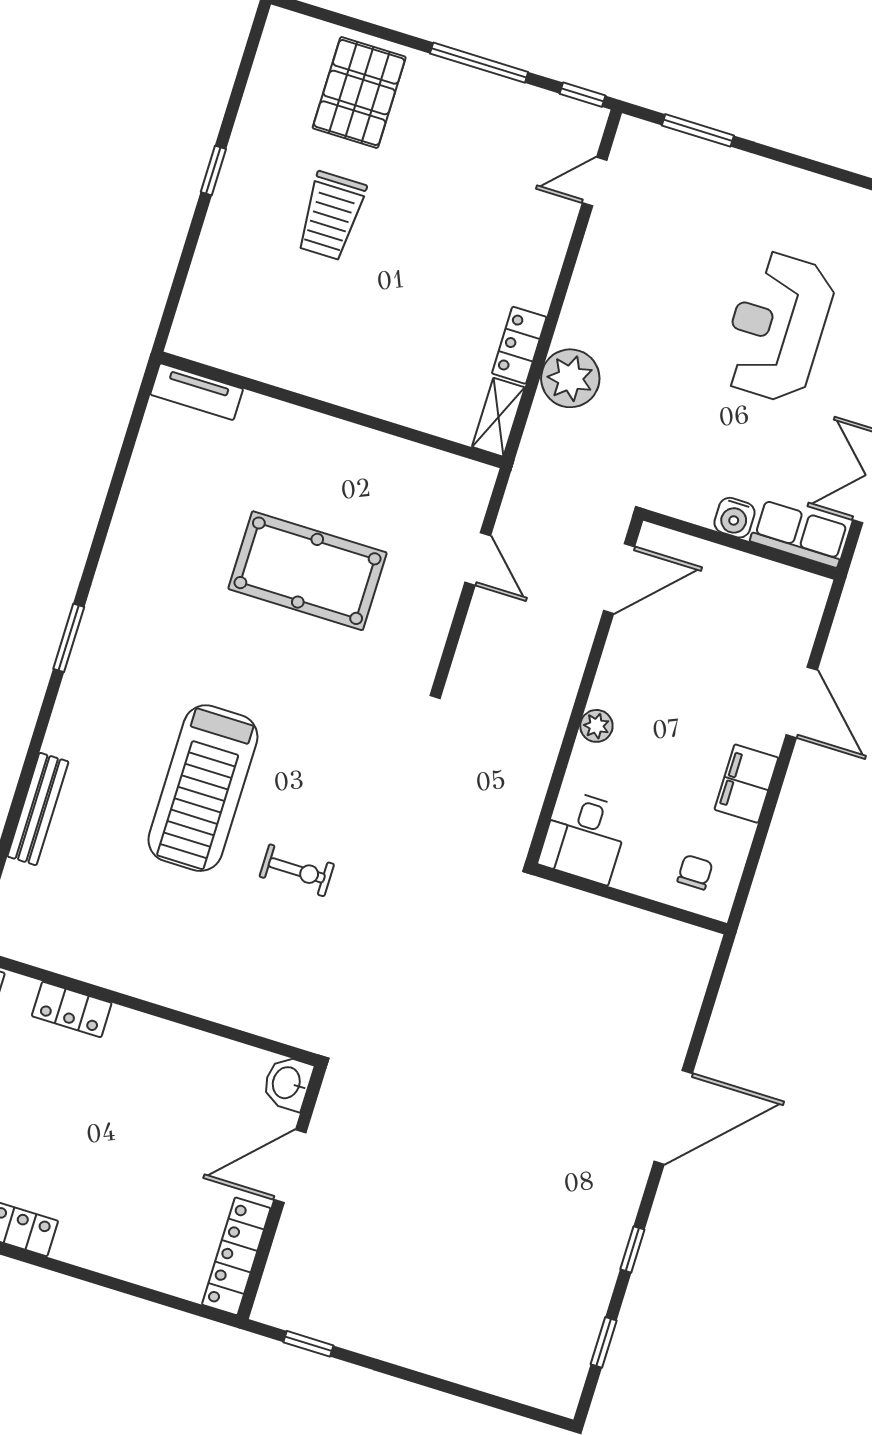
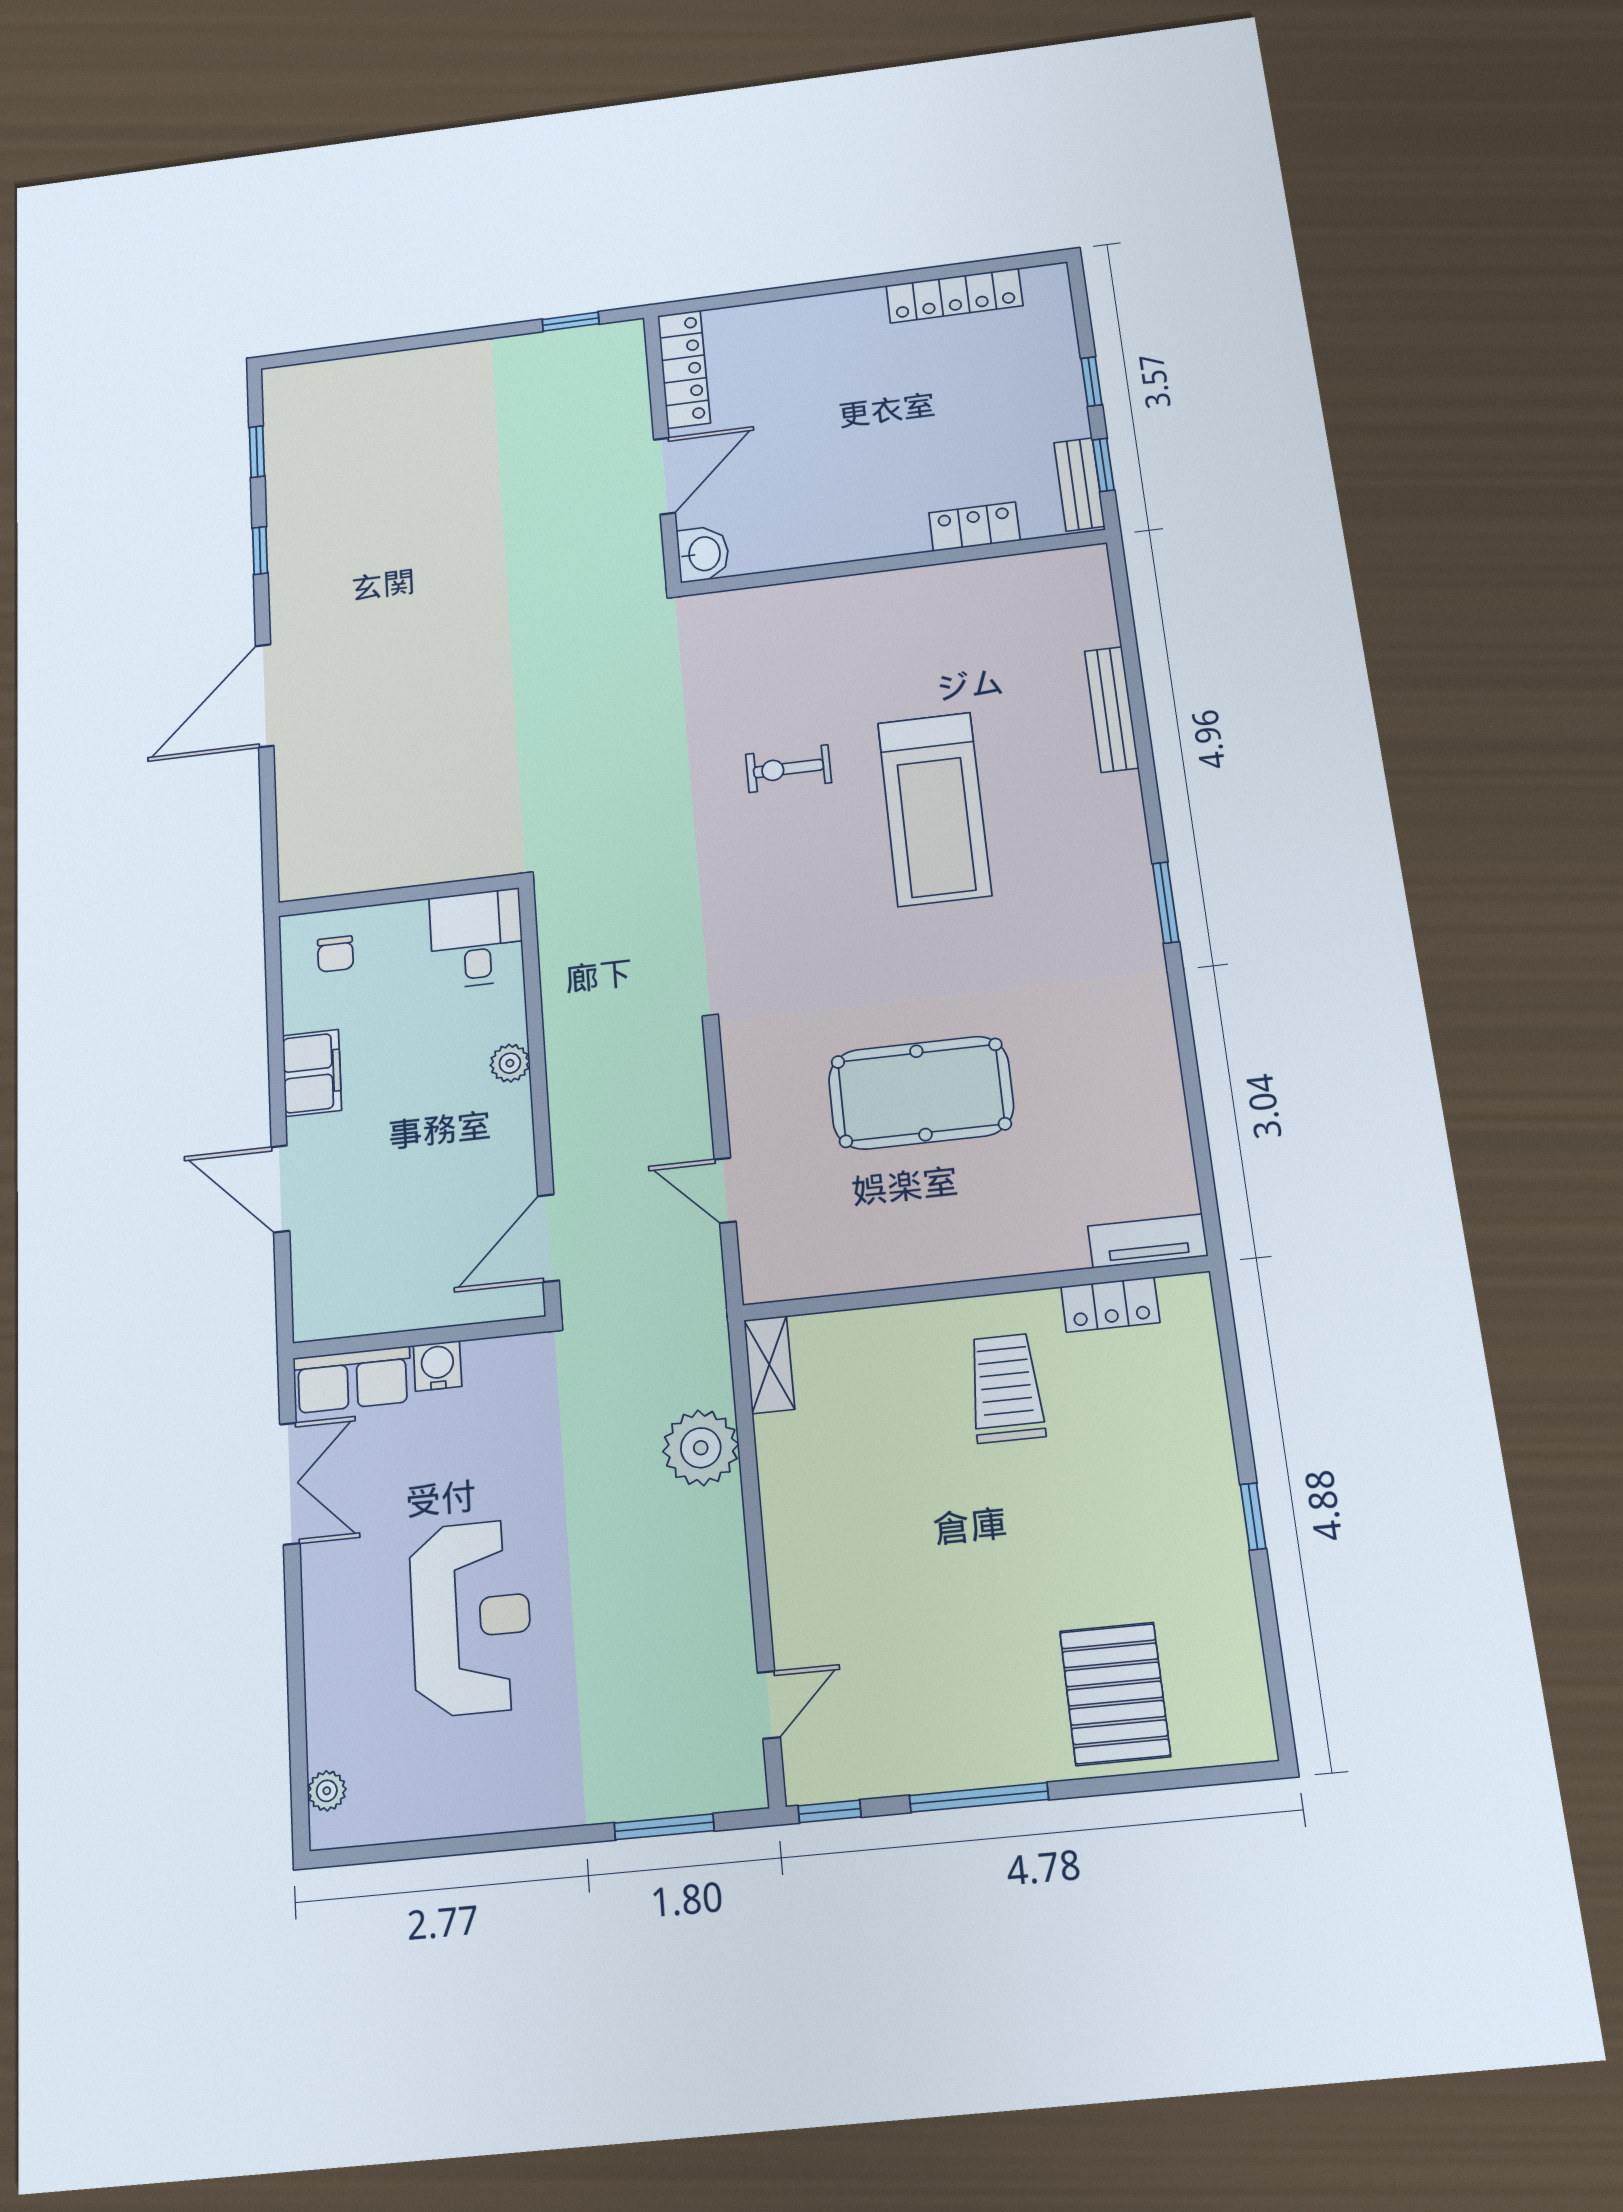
trolley: (331, 216) -> (1006, 1388), moved
locker: (519, 345) -> (1110, 1305), moved, turned 90
treadmill: (203, 788) -> (934, 809), turned 180

